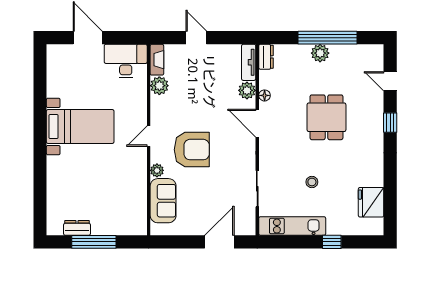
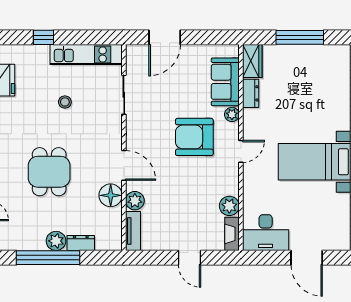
dresser: (266, 57) -> (81, 243), moved, turned 90
floor lamp: (265, 95) -> (111, 195), width x1.89, depth x1.89
wardrobe: (138, 220) -> (252, 61), added
dresser: (77, 228) -> (251, 93), moved, turned -90

